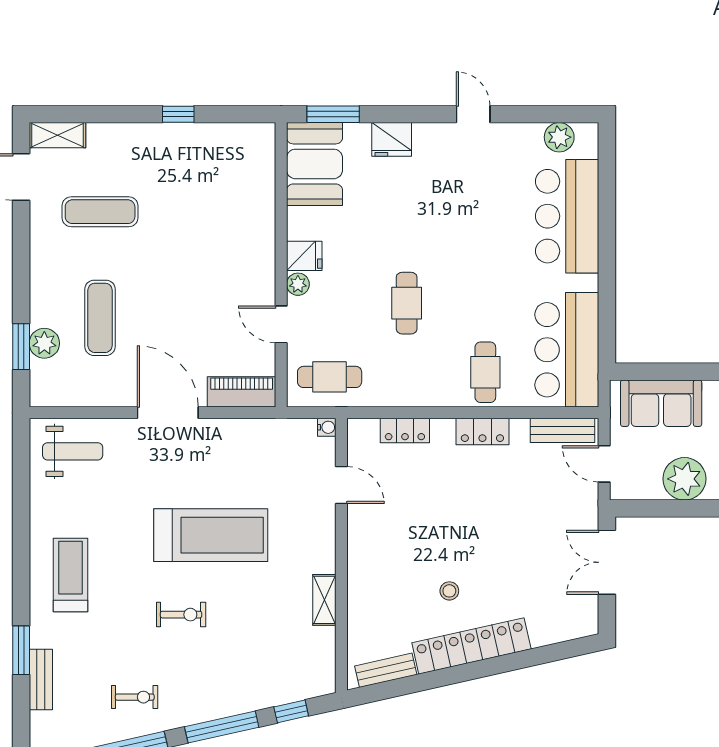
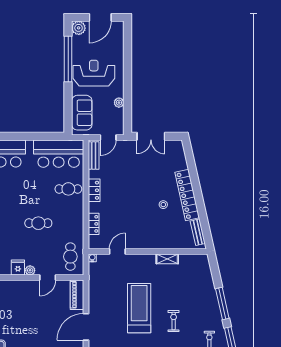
plant: (684, 479) -> (119, 103), width x0.53, depth x0.53
window: (291, 711) -> (216, 273), removed

